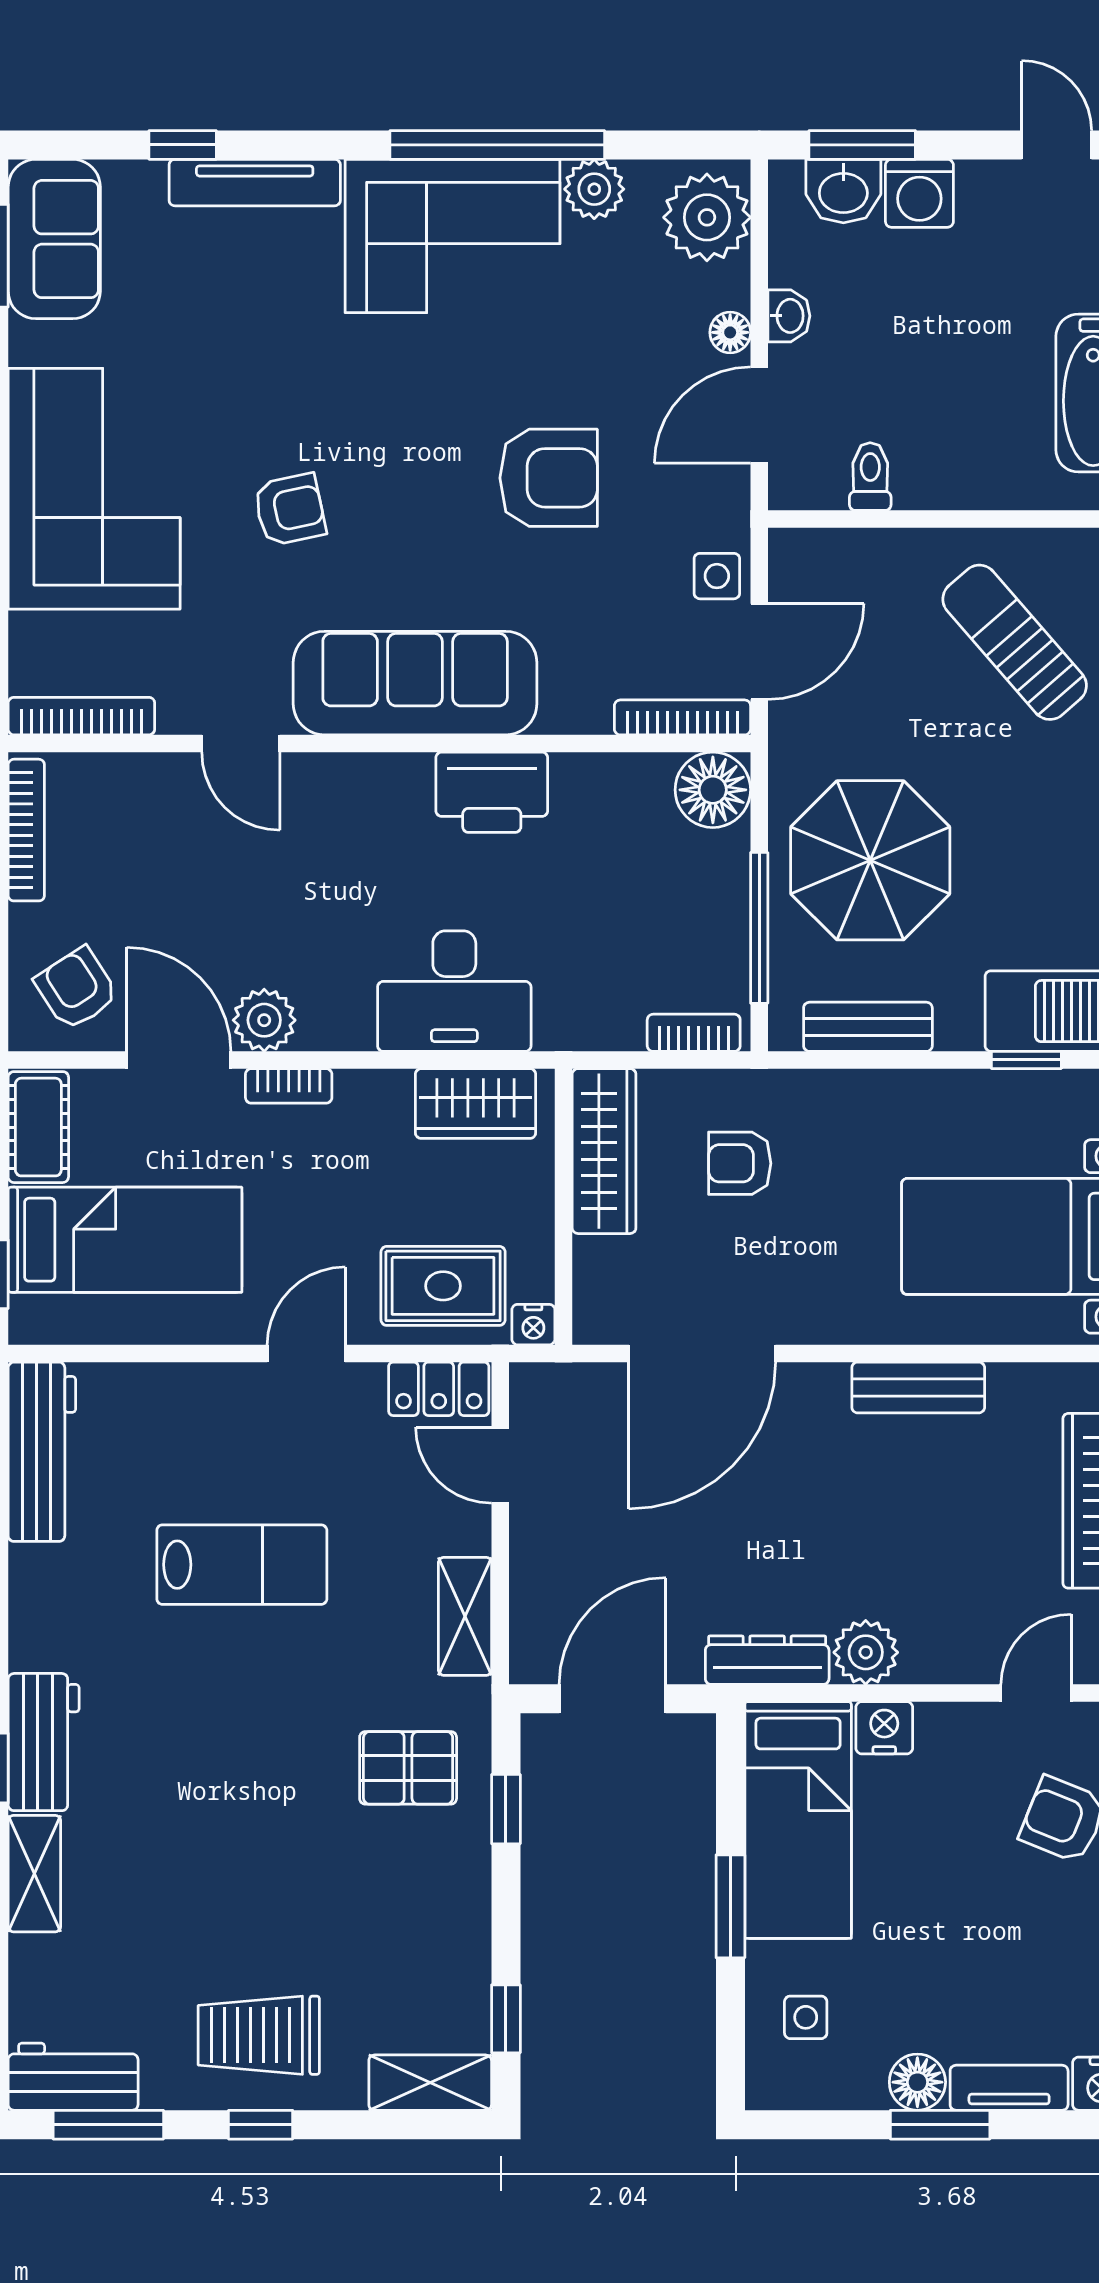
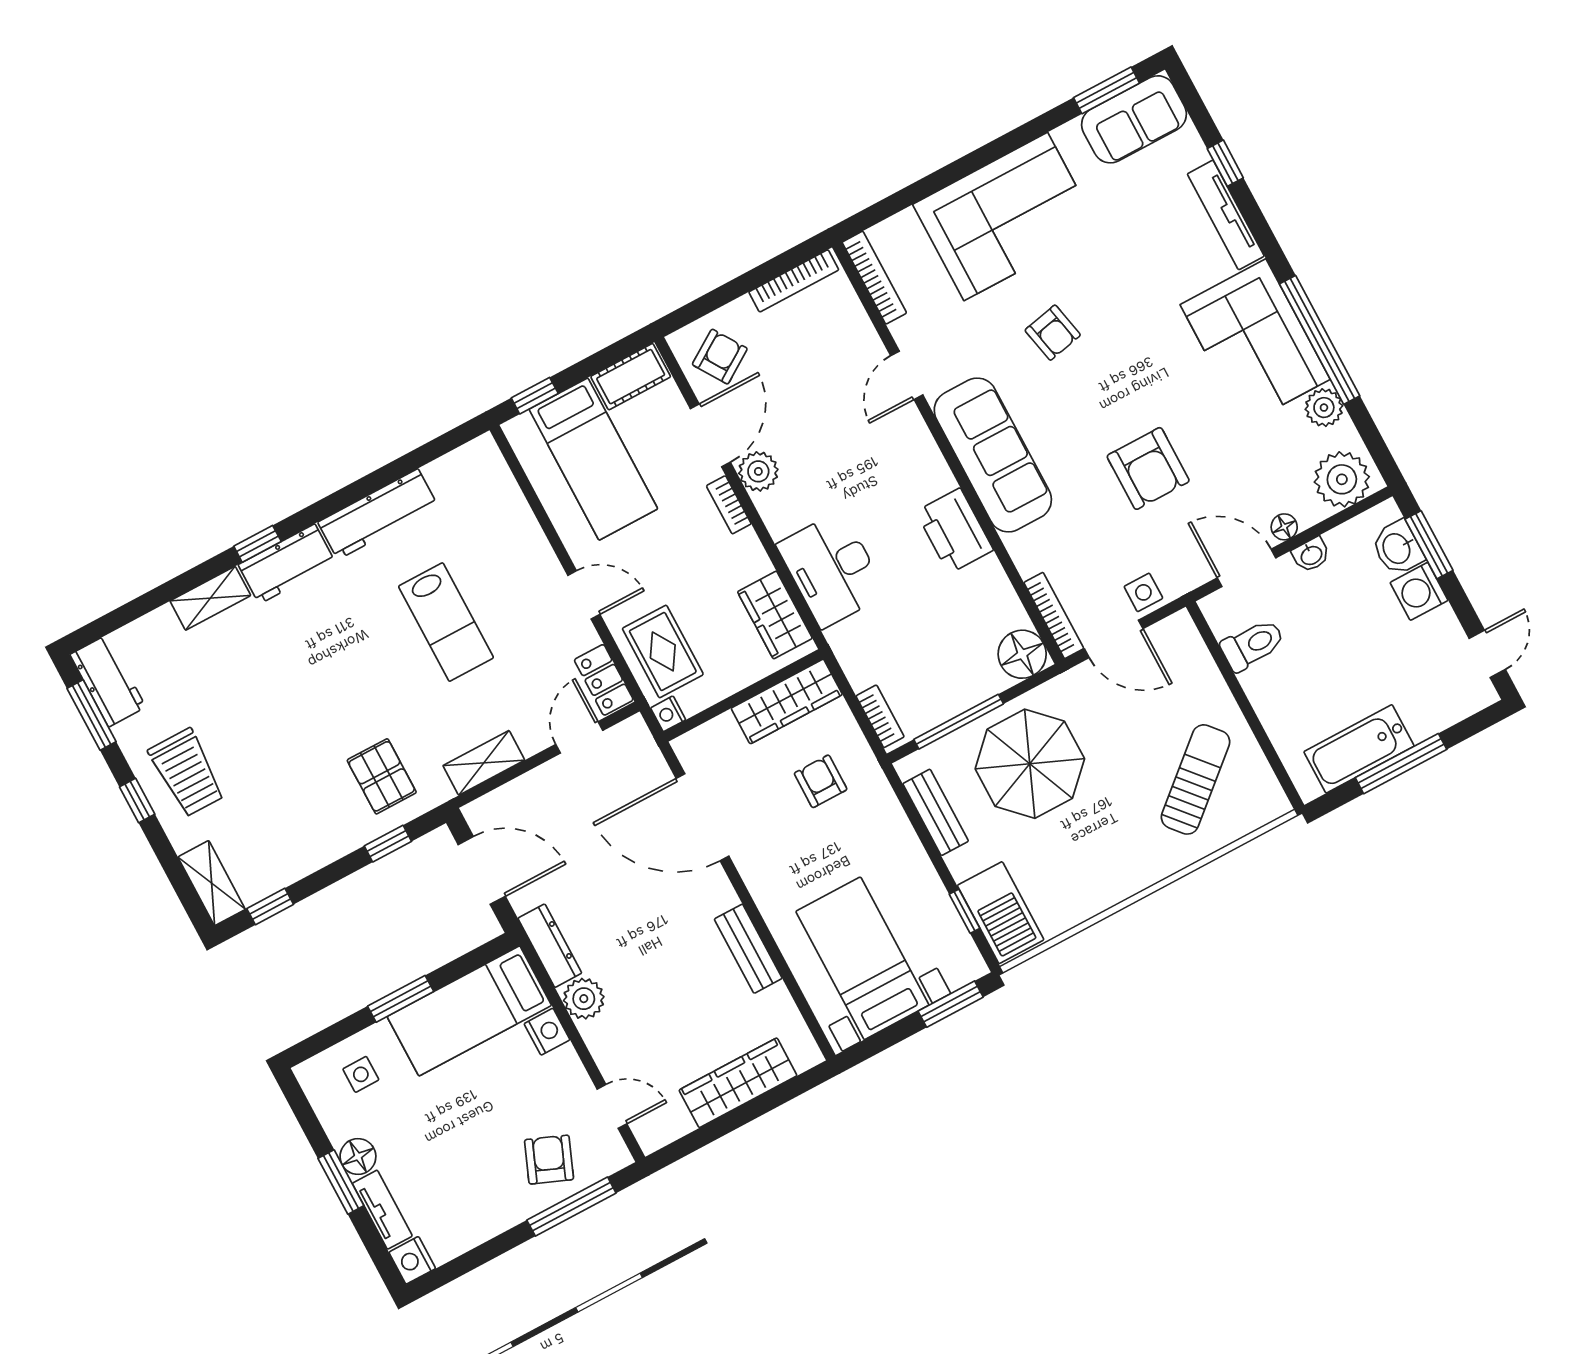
toilet: (870, 477) -> (1253, 645), width x1.37, depth x1.39
workbench: (42, 1452) -> (378, 514), moved
trolley: (259, 2035) -> (187, 773), turned 180

